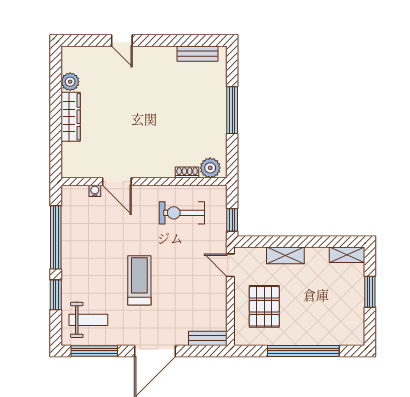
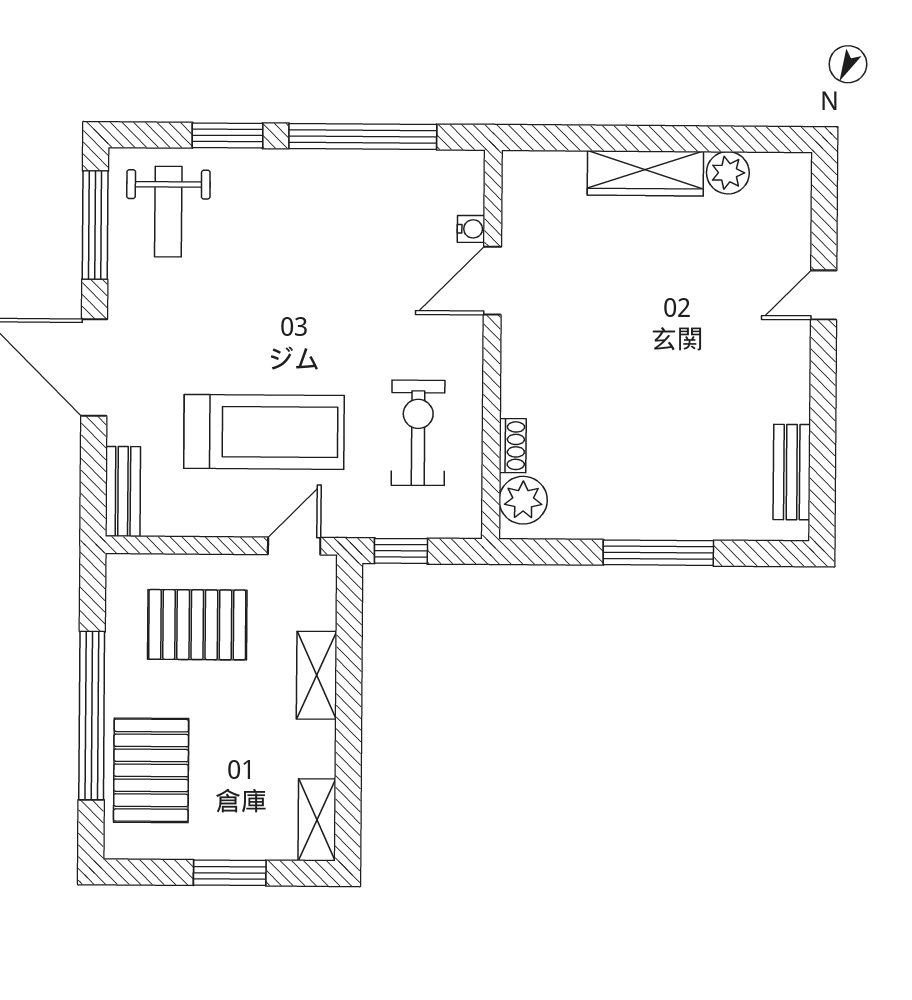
treadmill: (139, 280) -> (264, 432), moved, width x1.37, depth x1.38
pallet: (326, 326) -> (151, 770), added

